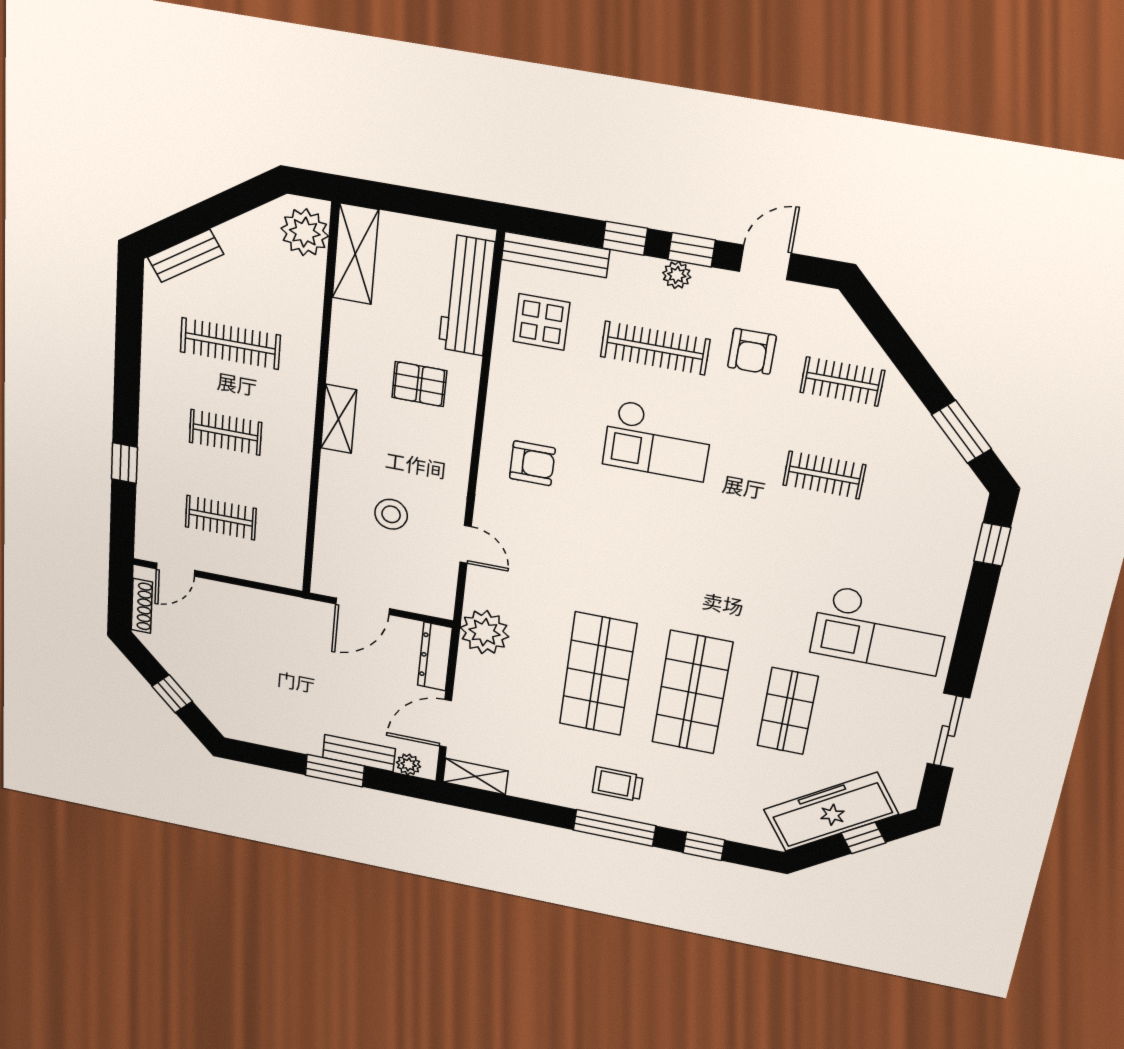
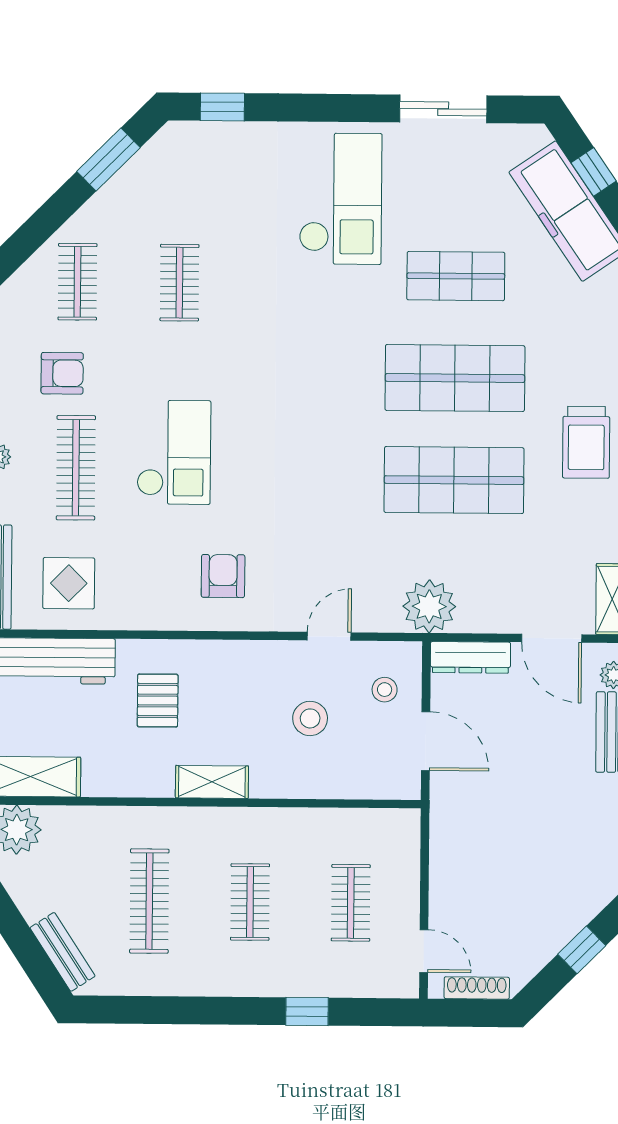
stool: (412, 581) -> (385, 690), added
trolley: (618, 784) -> (586, 442), width x1.36, depth x1.39

